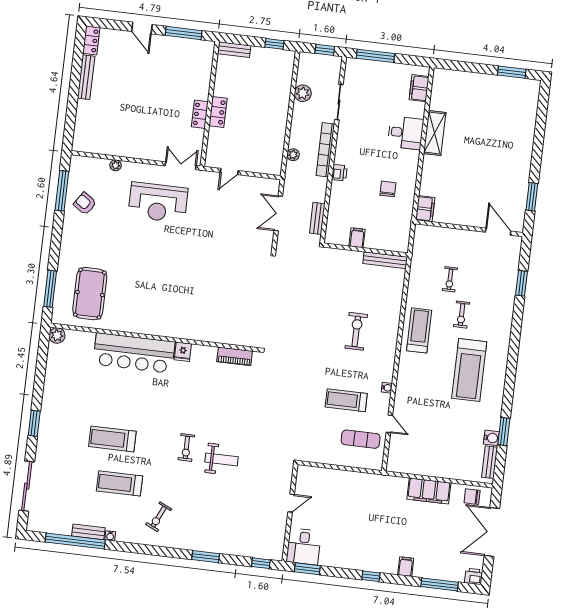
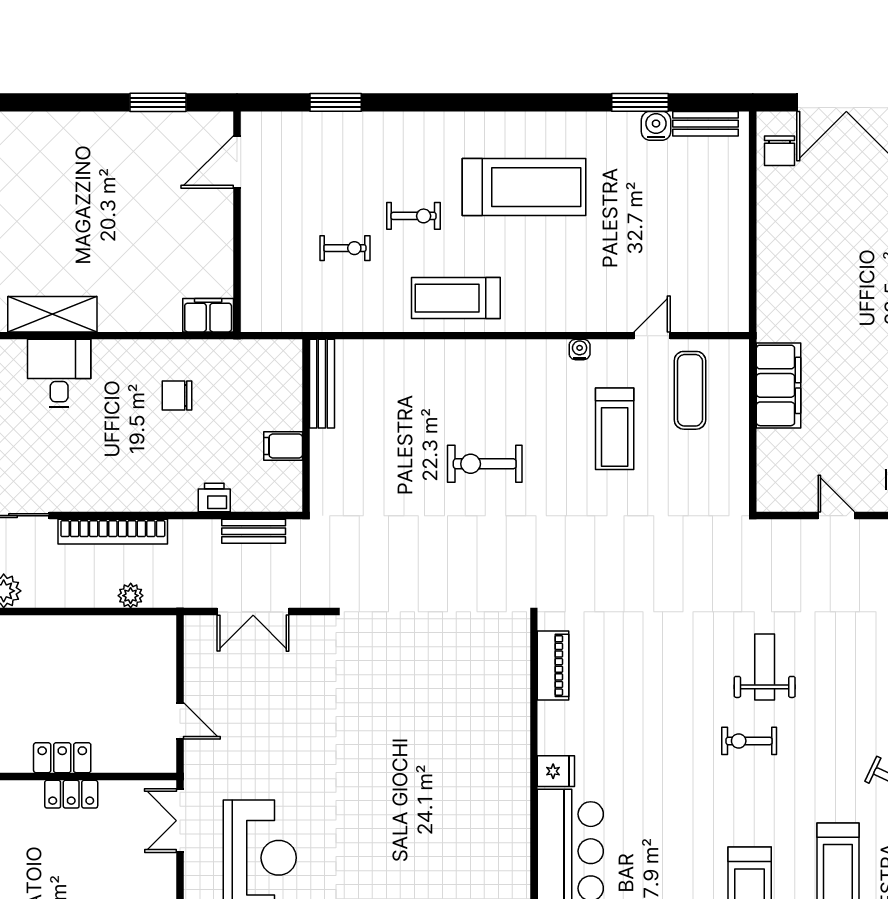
printer: (339, 173) -> (214, 498), moved
exercise bike: (356, 331) -> (485, 464), moved
exercise bike: (186, 448) -> (749, 741), turned 180
filing cabinet: (429, 491) -> (779, 385), moved

